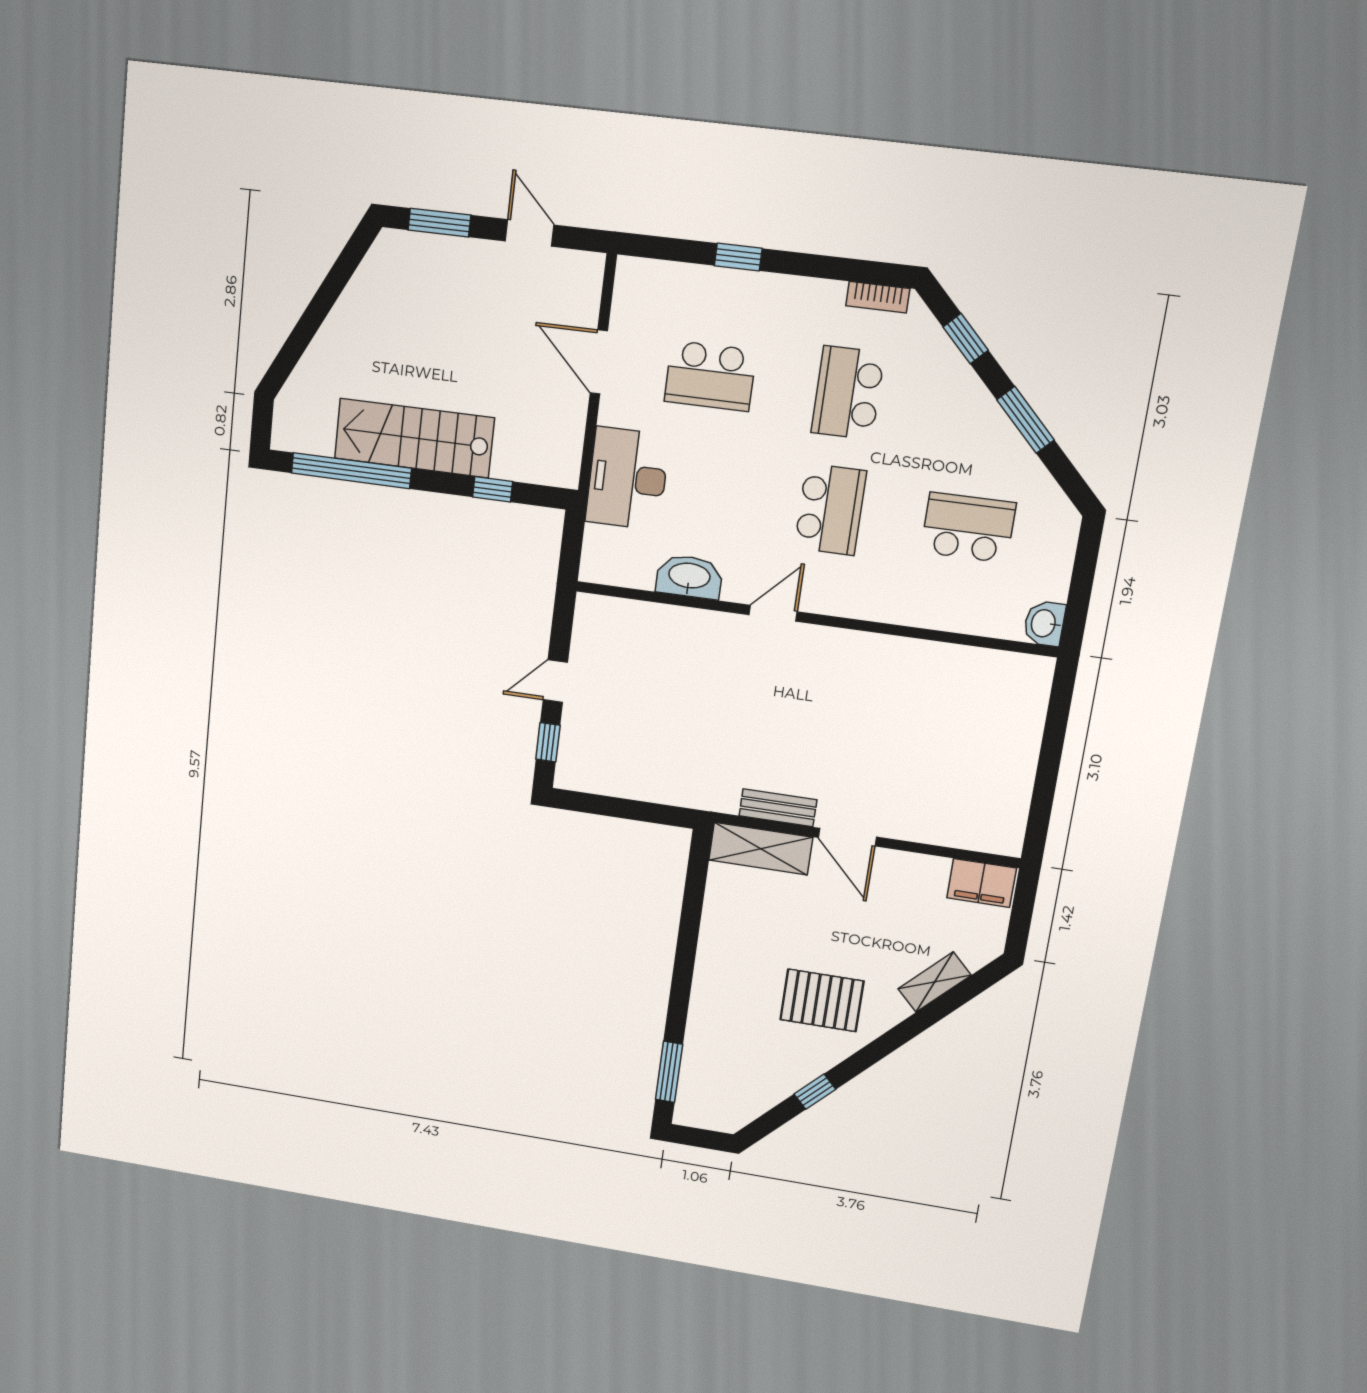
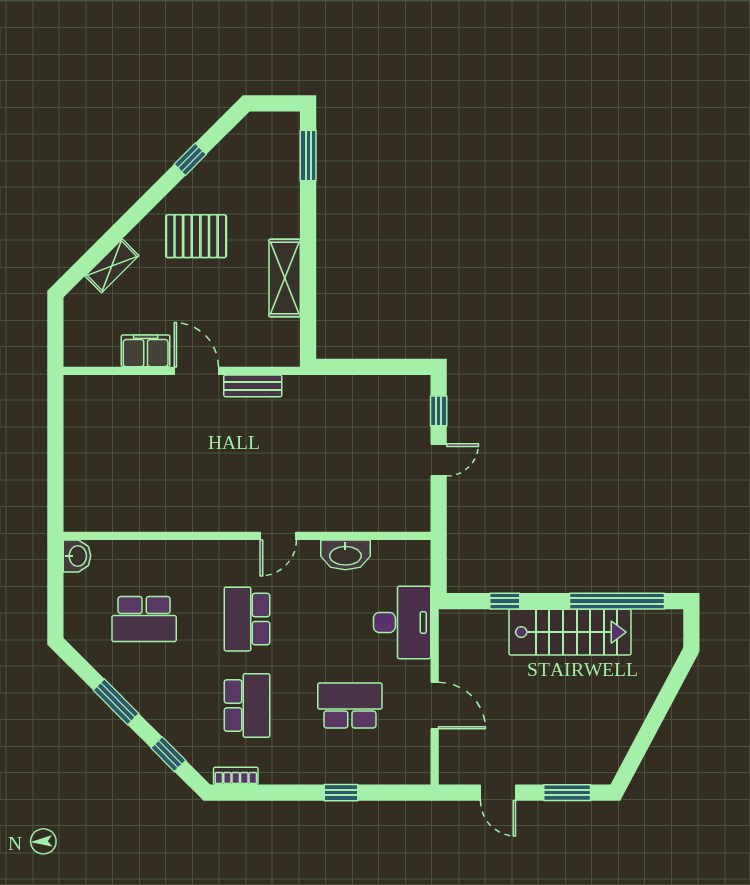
shelving: (761, 849) -> (285, 278), moved, turned 90
filing cabinet: (981, 883) -> (146, 351), moved

